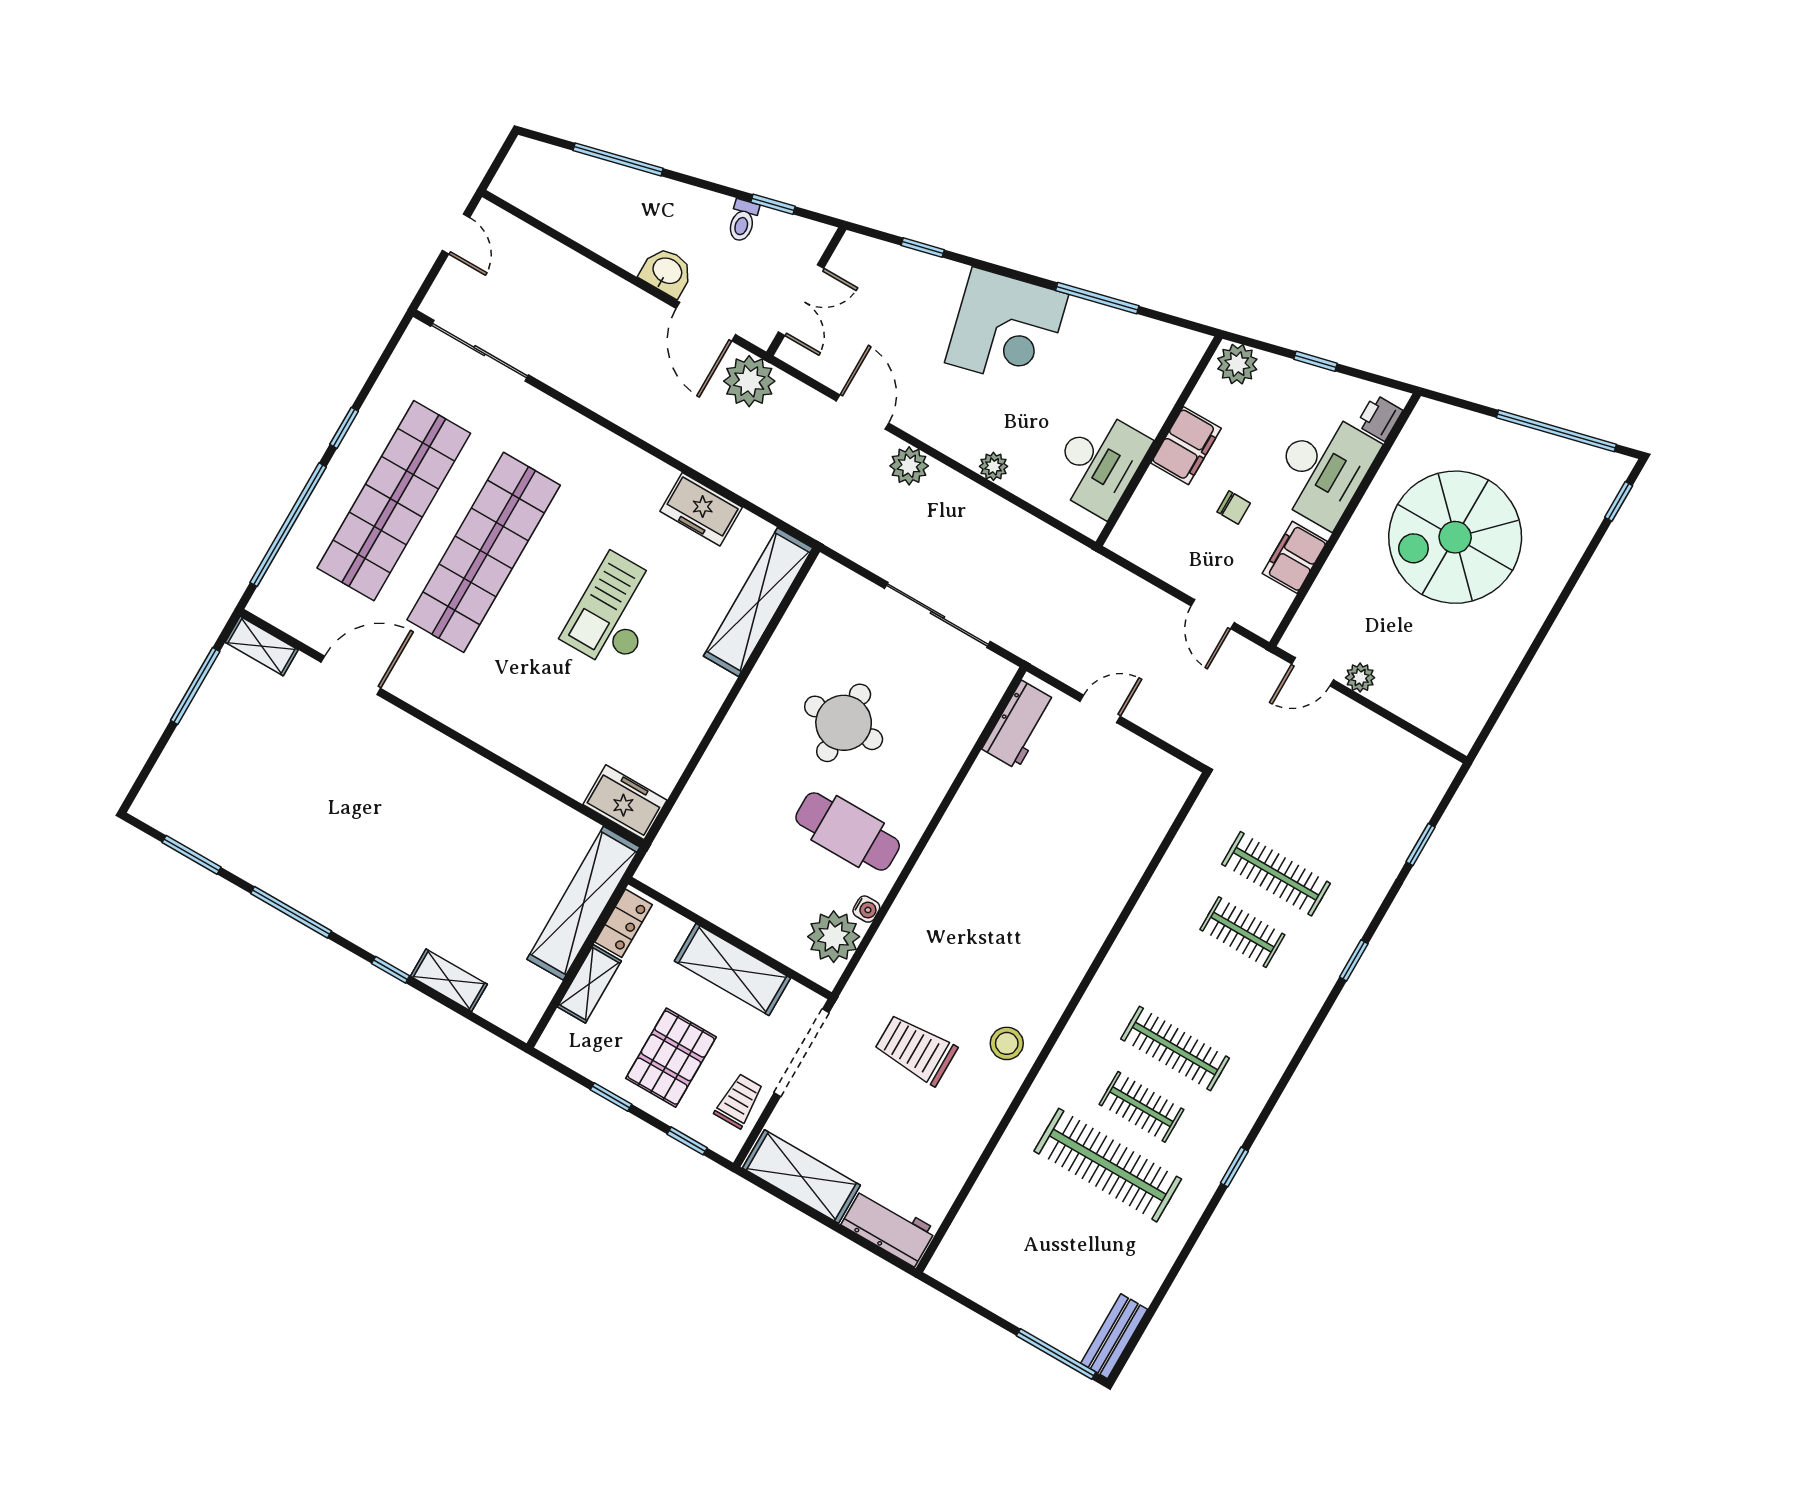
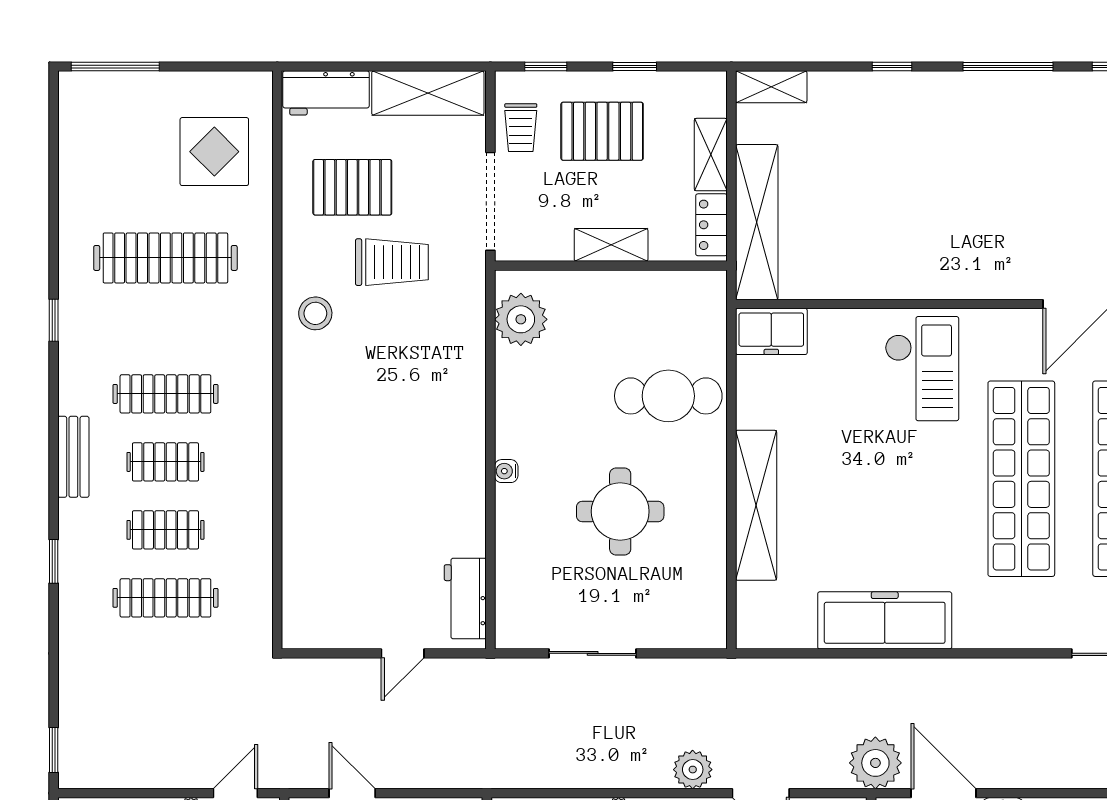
freezer: (701, 509) -> (885, 620), width x1.91, depth x1.26
shelving: (758, 602) -> (756, 505), moved
checkout: (616, 612) -> (922, 369), moved
sliding door: (937, 615) -> (593, 653), width x0.73
cafe table: (848, 831) -> (668, 396), moved
window: (1421, 844) -> (54, 750), moved
water cooler: (866, 909) -> (506, 471), moved
shelving: (732, 970) -> (611, 245), width x0.67, depth x0.75
shelving: (449, 980) -> (771, 87), moved
pallet: (671, 1058) -> (602, 131), turned 90
clothes rail: (1141, 1107) -> (165, 462), moved
pallet: (913, 1133) -> (352, 187), added
display table: (1013, 1232) -> (214, 152), added
bench: (1114, 1336) -> (73, 457), moved

